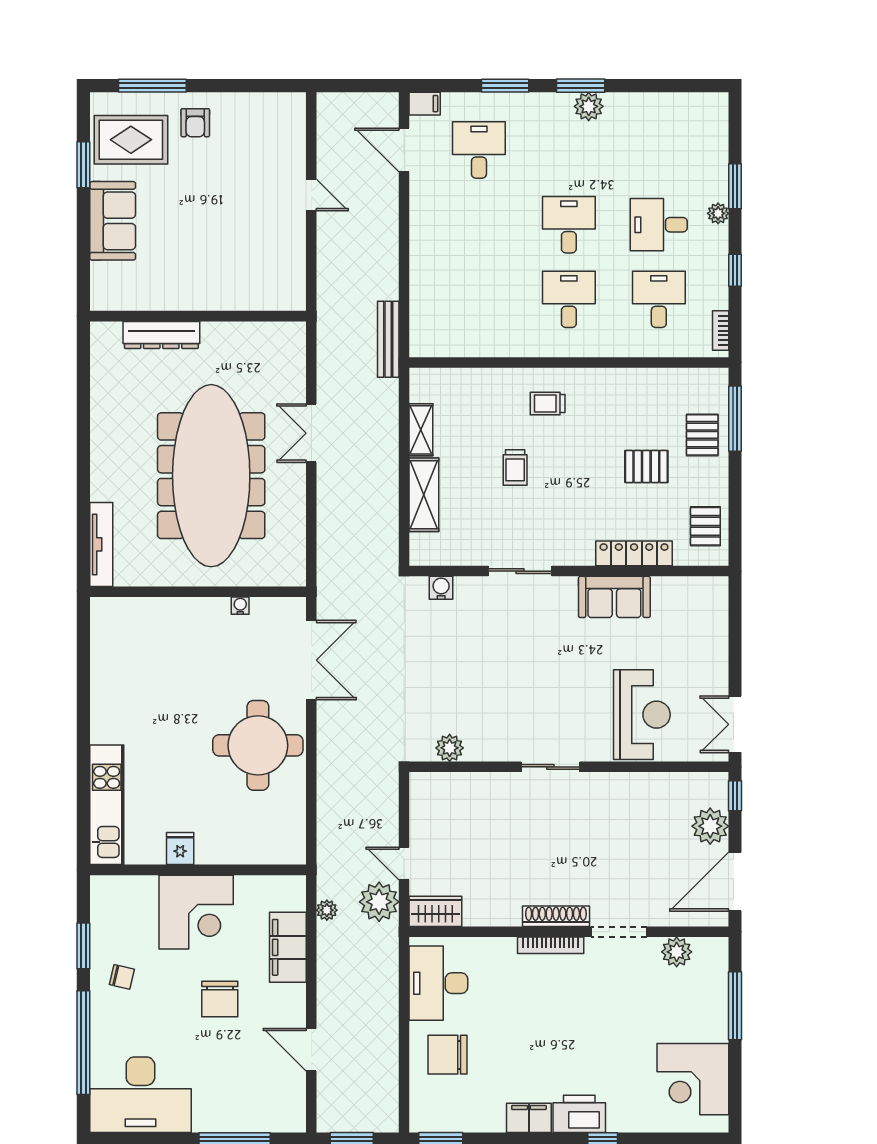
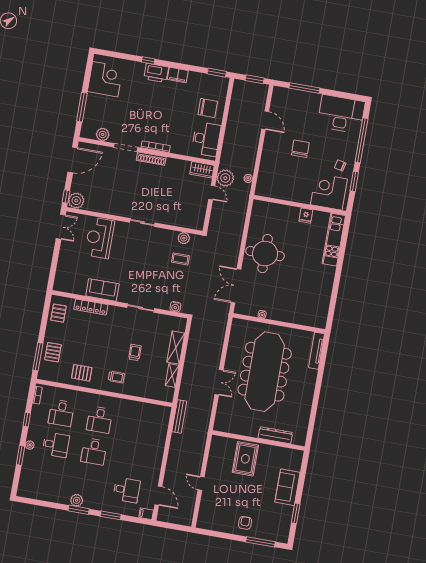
rug: (131, 140) -> (245, 459), moved, turned 90
desk: (479, 150) -> (127, 490), turned -90
pallet: (646, 467) -> (82, 373), moved
coffee table: (449, 699) -> (180, 259), added
plant: (710, 826) -> (76, 201), moved
corner desk: (196, 912) -> (329, 192), moved
filing cabinet: (288, 947) -> (267, 166), removed

